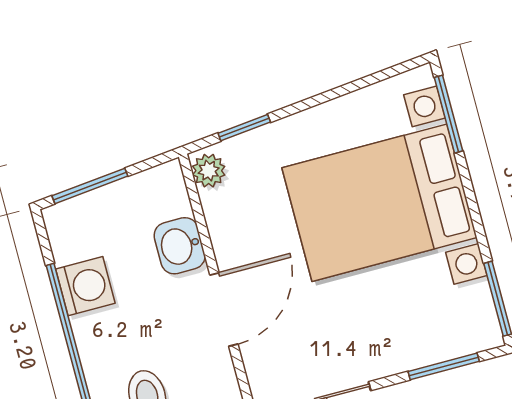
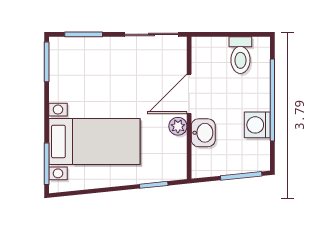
plant: (209, 171) -> (178, 126), moved
bed with nightstands: (379, 203) -> (94, 141), width x0.73

